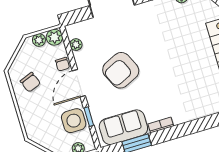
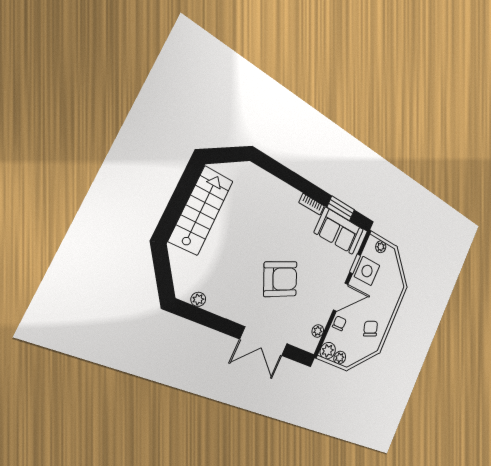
armchair: (121, 70) -> (280, 279), moved

